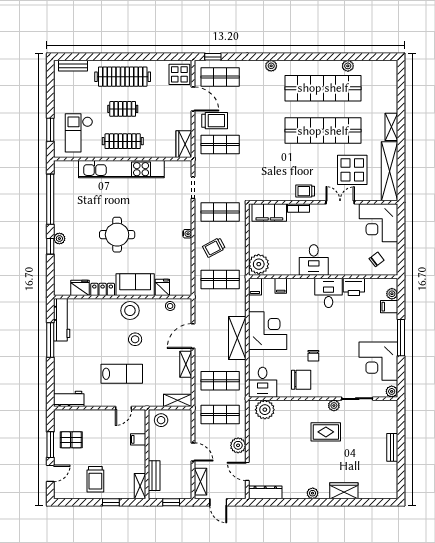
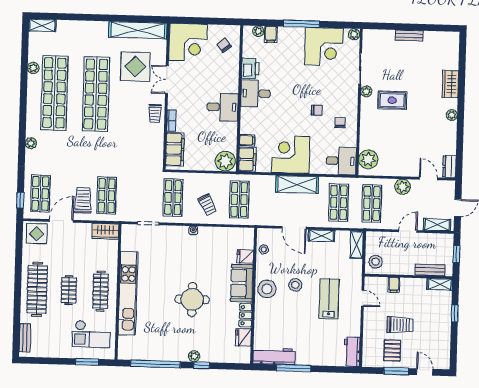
shelving: (391, 127) -> (42, 25), moved
filing cabinet: (255, 287) -> (247, 159), width x2.00
chair: (301, 380) -> (340, 123), width x0.54, depth x0.54
rug: (326, 432) -> (392, 100), turned 90
door: (247, 471) -> (428, 179), swing flipped
trolley: (95, 479) -> (400, 325), moved
dresser: (265, 492) -> (449, 166), width x0.70

